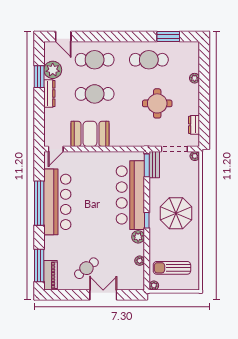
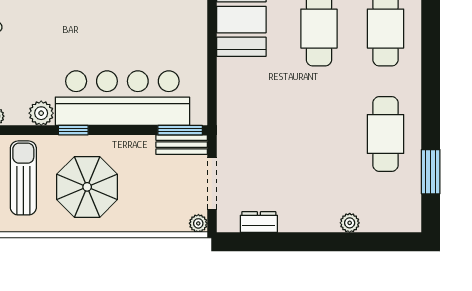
round table: (157, 103) -> (300, 150), removed
sun lounger: (171, 246) -> (23, 178), added

